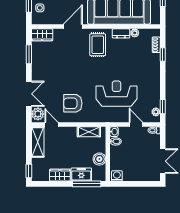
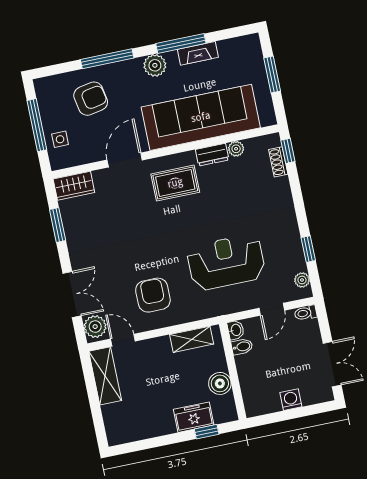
rug: (98, 45) -> (175, 183), turned 90
window: (163, 55) -> (288, 151), moved
armchair: (73, 103) -> (153, 295), turned 90
window: (163, 107) -> (308, 249), moved
door: (136, 124) -> (272, 309), swing flipped
window: (29, 171) -> (100, 430), removed
wardrobe: (60, 175) -> (156, 426), removed
washing machine: (117, 176) -> (291, 400), moved
window: (87, 184) -> (207, 432), width x0.46

